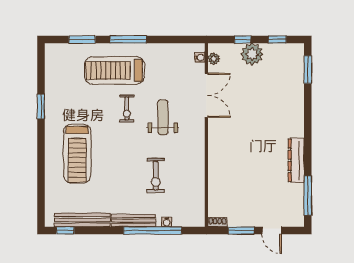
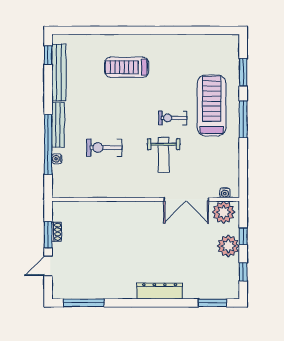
plant: (214, 59) -> (224, 212), width x1.87, depth x1.87
window: (41, 107) -> (175, 30), removed
weight bench: (163, 117) -> (164, 155), turned 90
treadmill: (77, 154) -> (127, 67), width x0.73, depth x0.73
dresser: (296, 160) -> (160, 291), moved
shoe rack: (217, 222) -> (56, 232), moved

